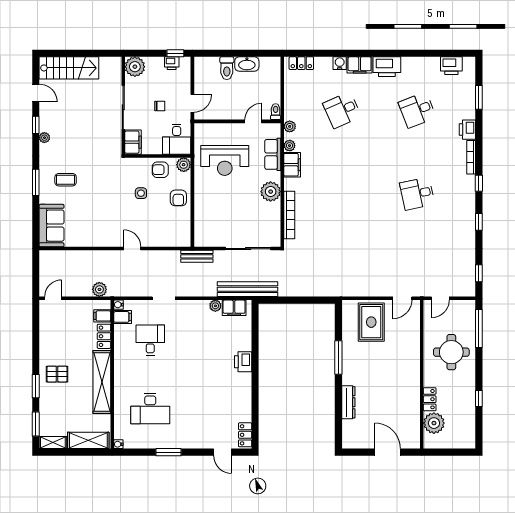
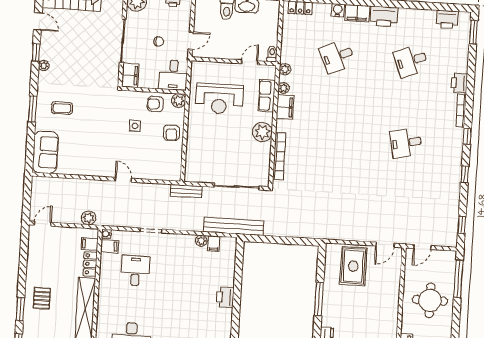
window: (479, 97) -> (474, 32), moved
filing cabinet: (234, 308) -> (214, 244), width x0.50
pallet: (57, 374) -> (42, 298), turned 90

